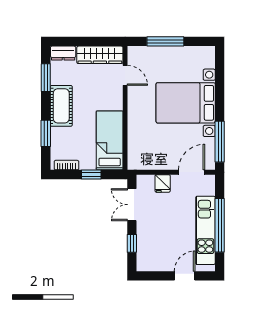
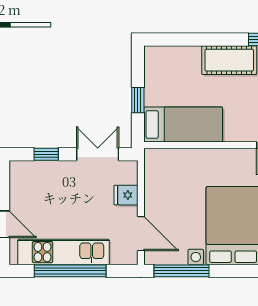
window: (46, 133) -> (193, 40), removed
bookcase: (66, 165) -> (150, 67), removed

